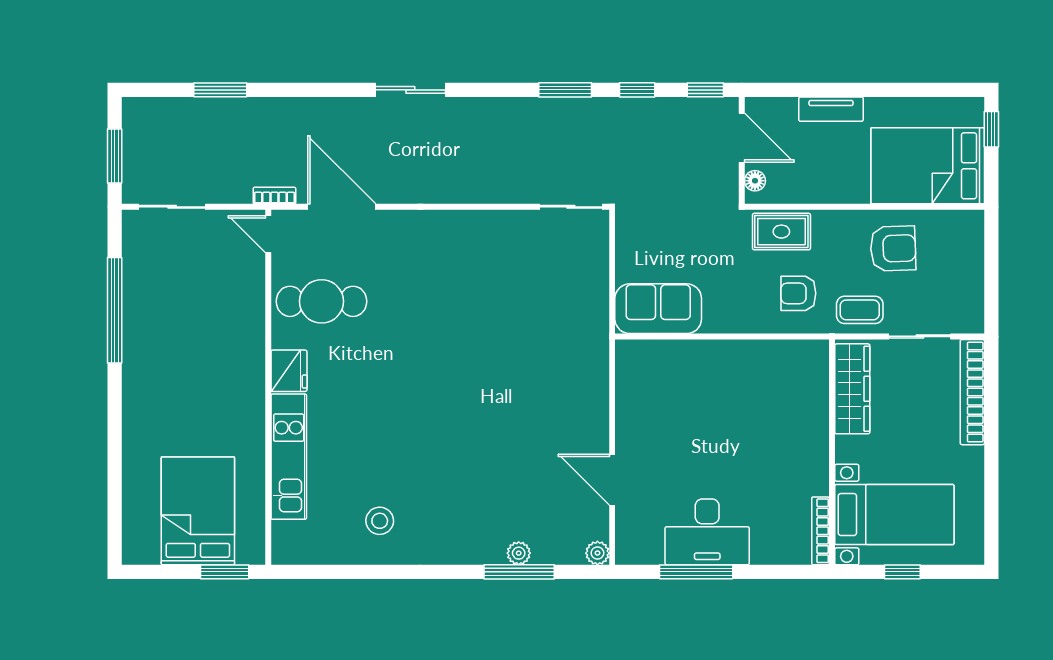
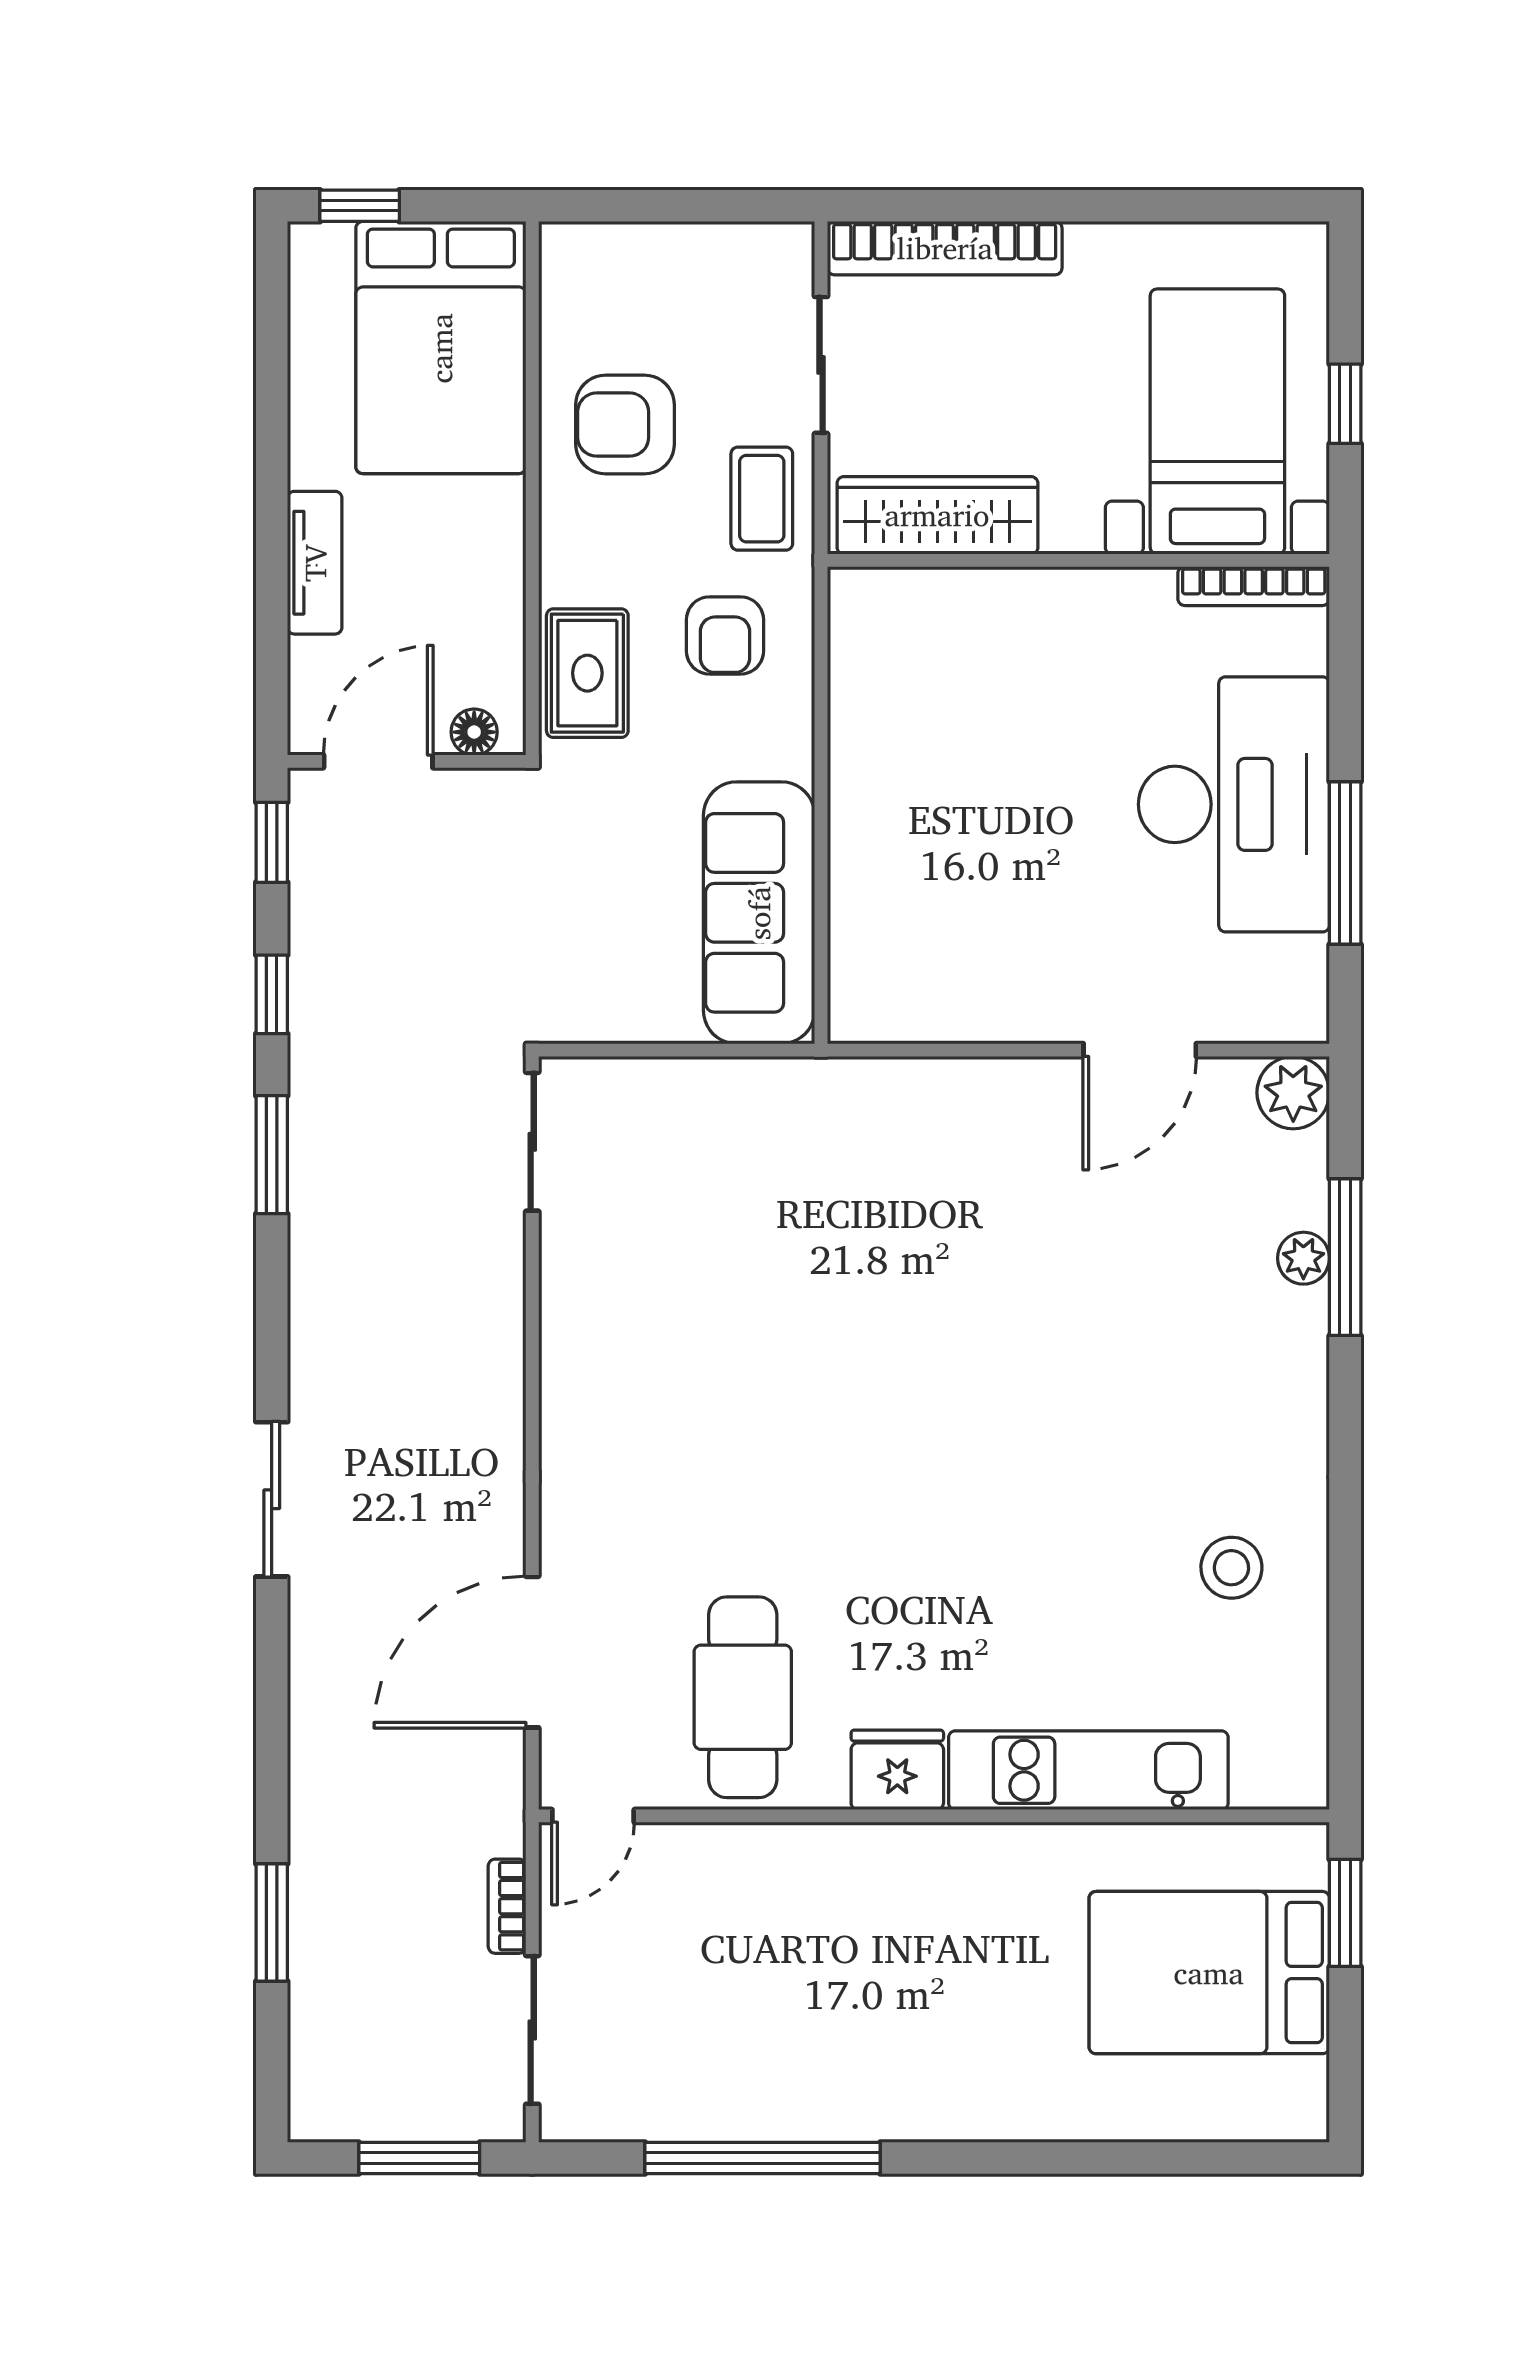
bookcase: (274, 196) -> (507, 1906), moved
armchair: (893, 248) -> (625, 425), turned -88
sofa: (658, 309) -> (759, 913), width x1.36
desk: (707, 532) -> (1234, 804), width x1.36, depth x1.30
plant: (597, 553) -> (1293, 1093), width x1.38, depth x1.38

